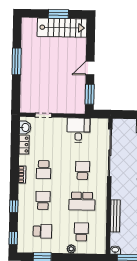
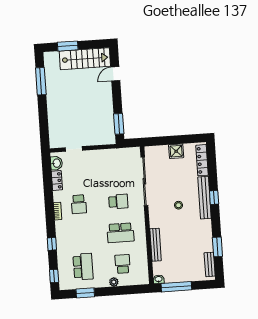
window: (58, 14) -> (68, 46), moved
window: (17, 61) -> (41, 81), moved
door: (90, 68) -> (115, 74), moved
desk: (78, 130) -> (111, 161), removed
school desk: (83, 170) -> (118, 202), turned 90
school desk: (43, 200) -> (81, 235), removed
school desk: (42, 231) -> (83, 267), width x1.85

